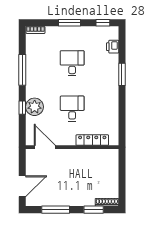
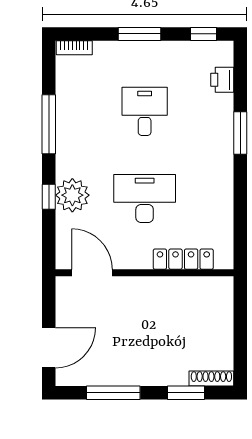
desk: (72, 109) -> (145, 199), width x1.37

